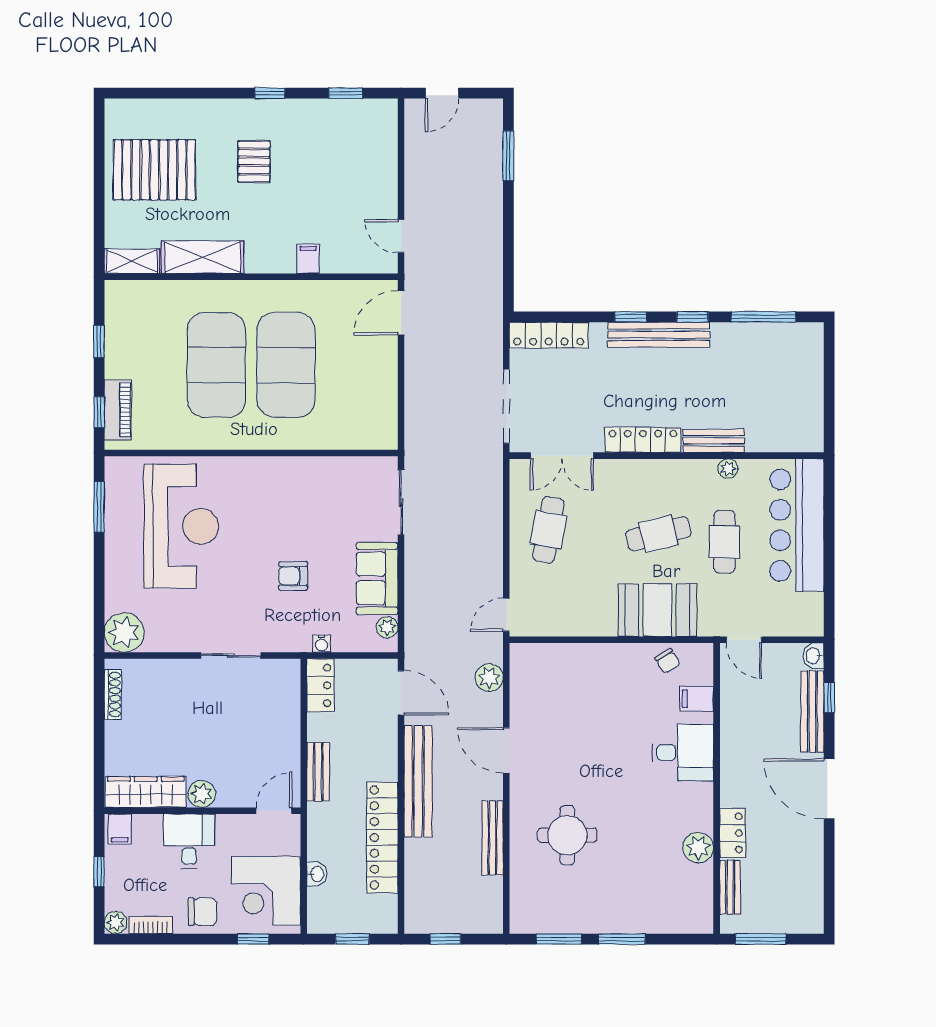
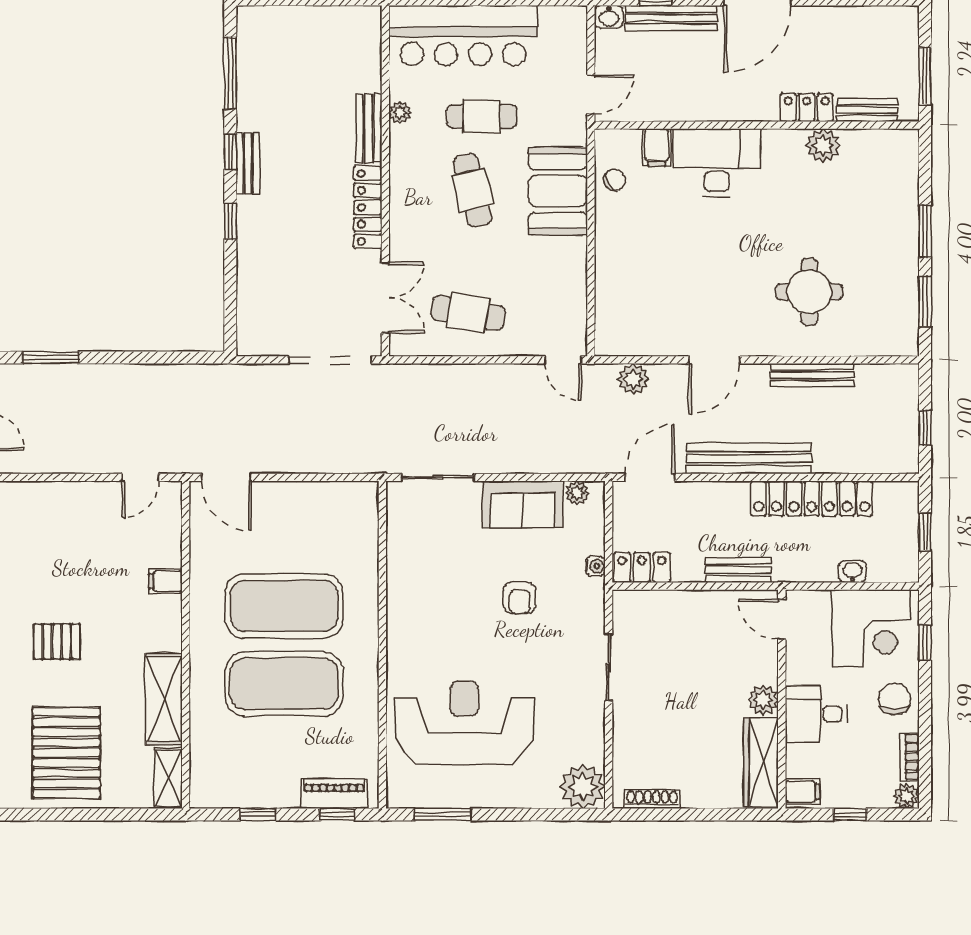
locker: (549, 335) -> (251, 312), removed
bench: (659, 335) -> (248, 163), width x0.54, depth x0.82
desk: (683, 753) -> (717, 163), width x1.37

